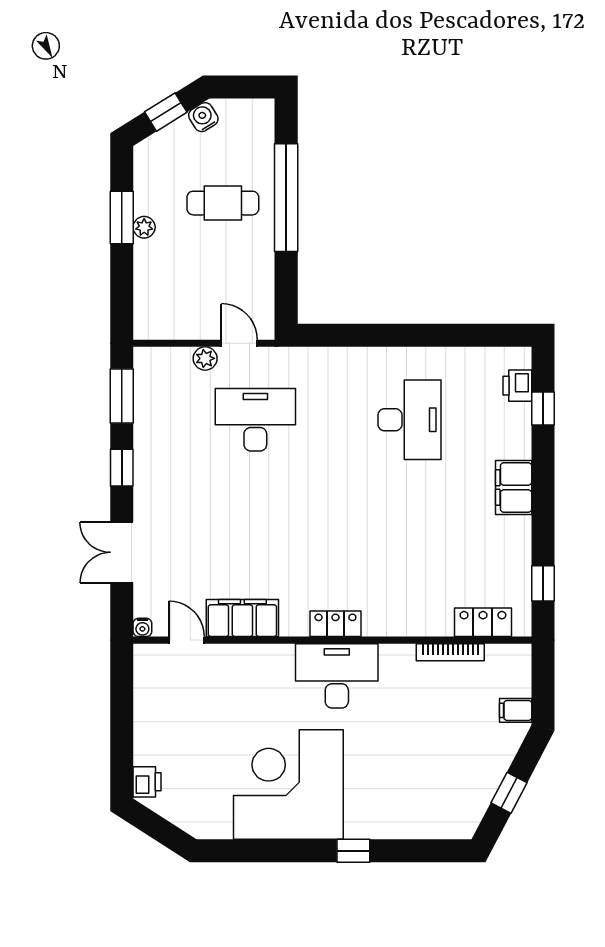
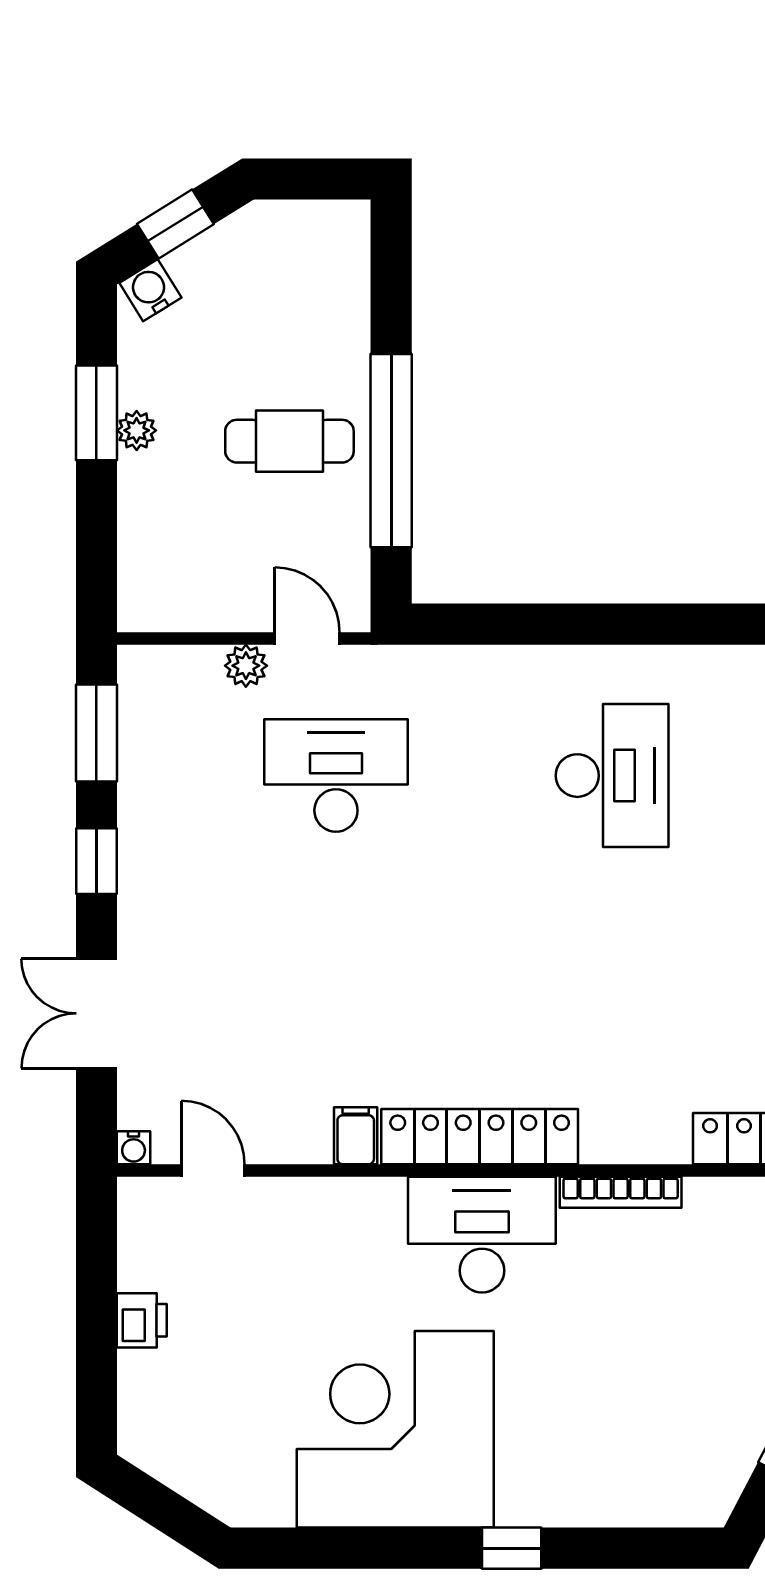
water cooler: (203, 117) -> (150, 290), moved
window: (286, 198) -> (391, 451), moved
cafe table: (223, 203) -> (289, 441), moved
filing cabinet: (242, 618) -> (356, 1136), width x0.33, depth x0.86
locker: (335, 624) -> (480, 1137), width x2.16, depth x1.21
bookcase: (450, 652) -> (621, 1192), moved
printer: (147, 782) -> (142, 1320), moved

